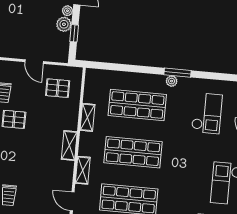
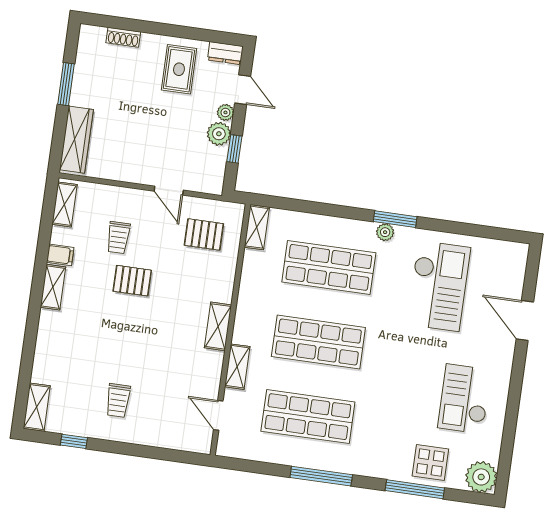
checkout: (207, 113) -> (439, 286), width x1.36, depth x1.21
shelving: (87, 117) -> (257, 227), moved

